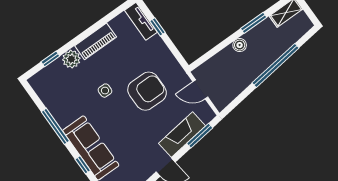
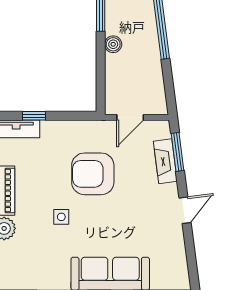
armchair: (147, 91) -> (93, 174), turned -90
fireplace: (182, 135) -> (165, 161), width x0.73, depth x0.76

